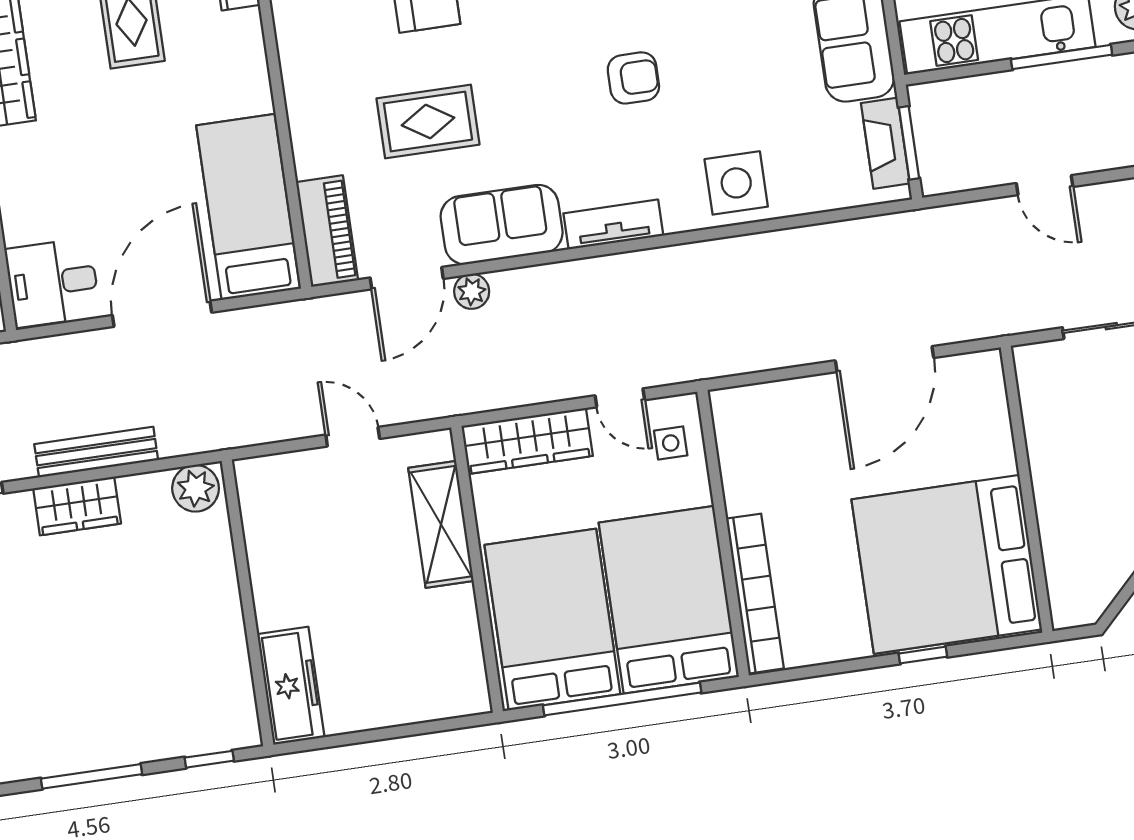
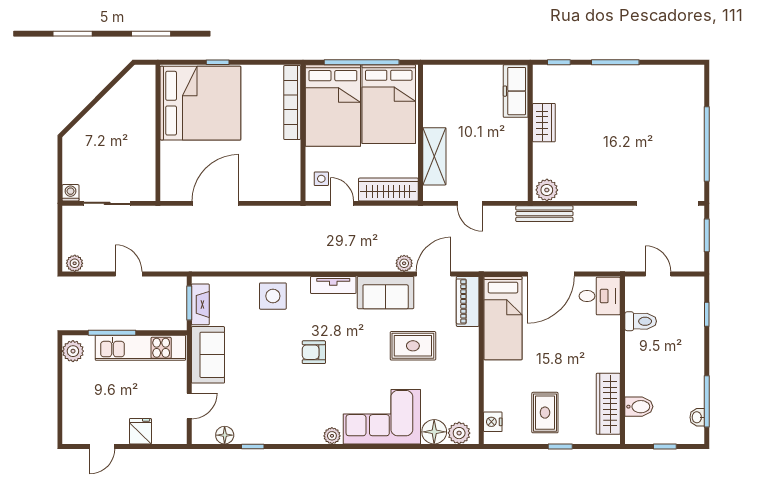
bench: (96, 452) -> (544, 214), moved
wardrobe: (77, 506) -> (544, 123), moved, turned 90

